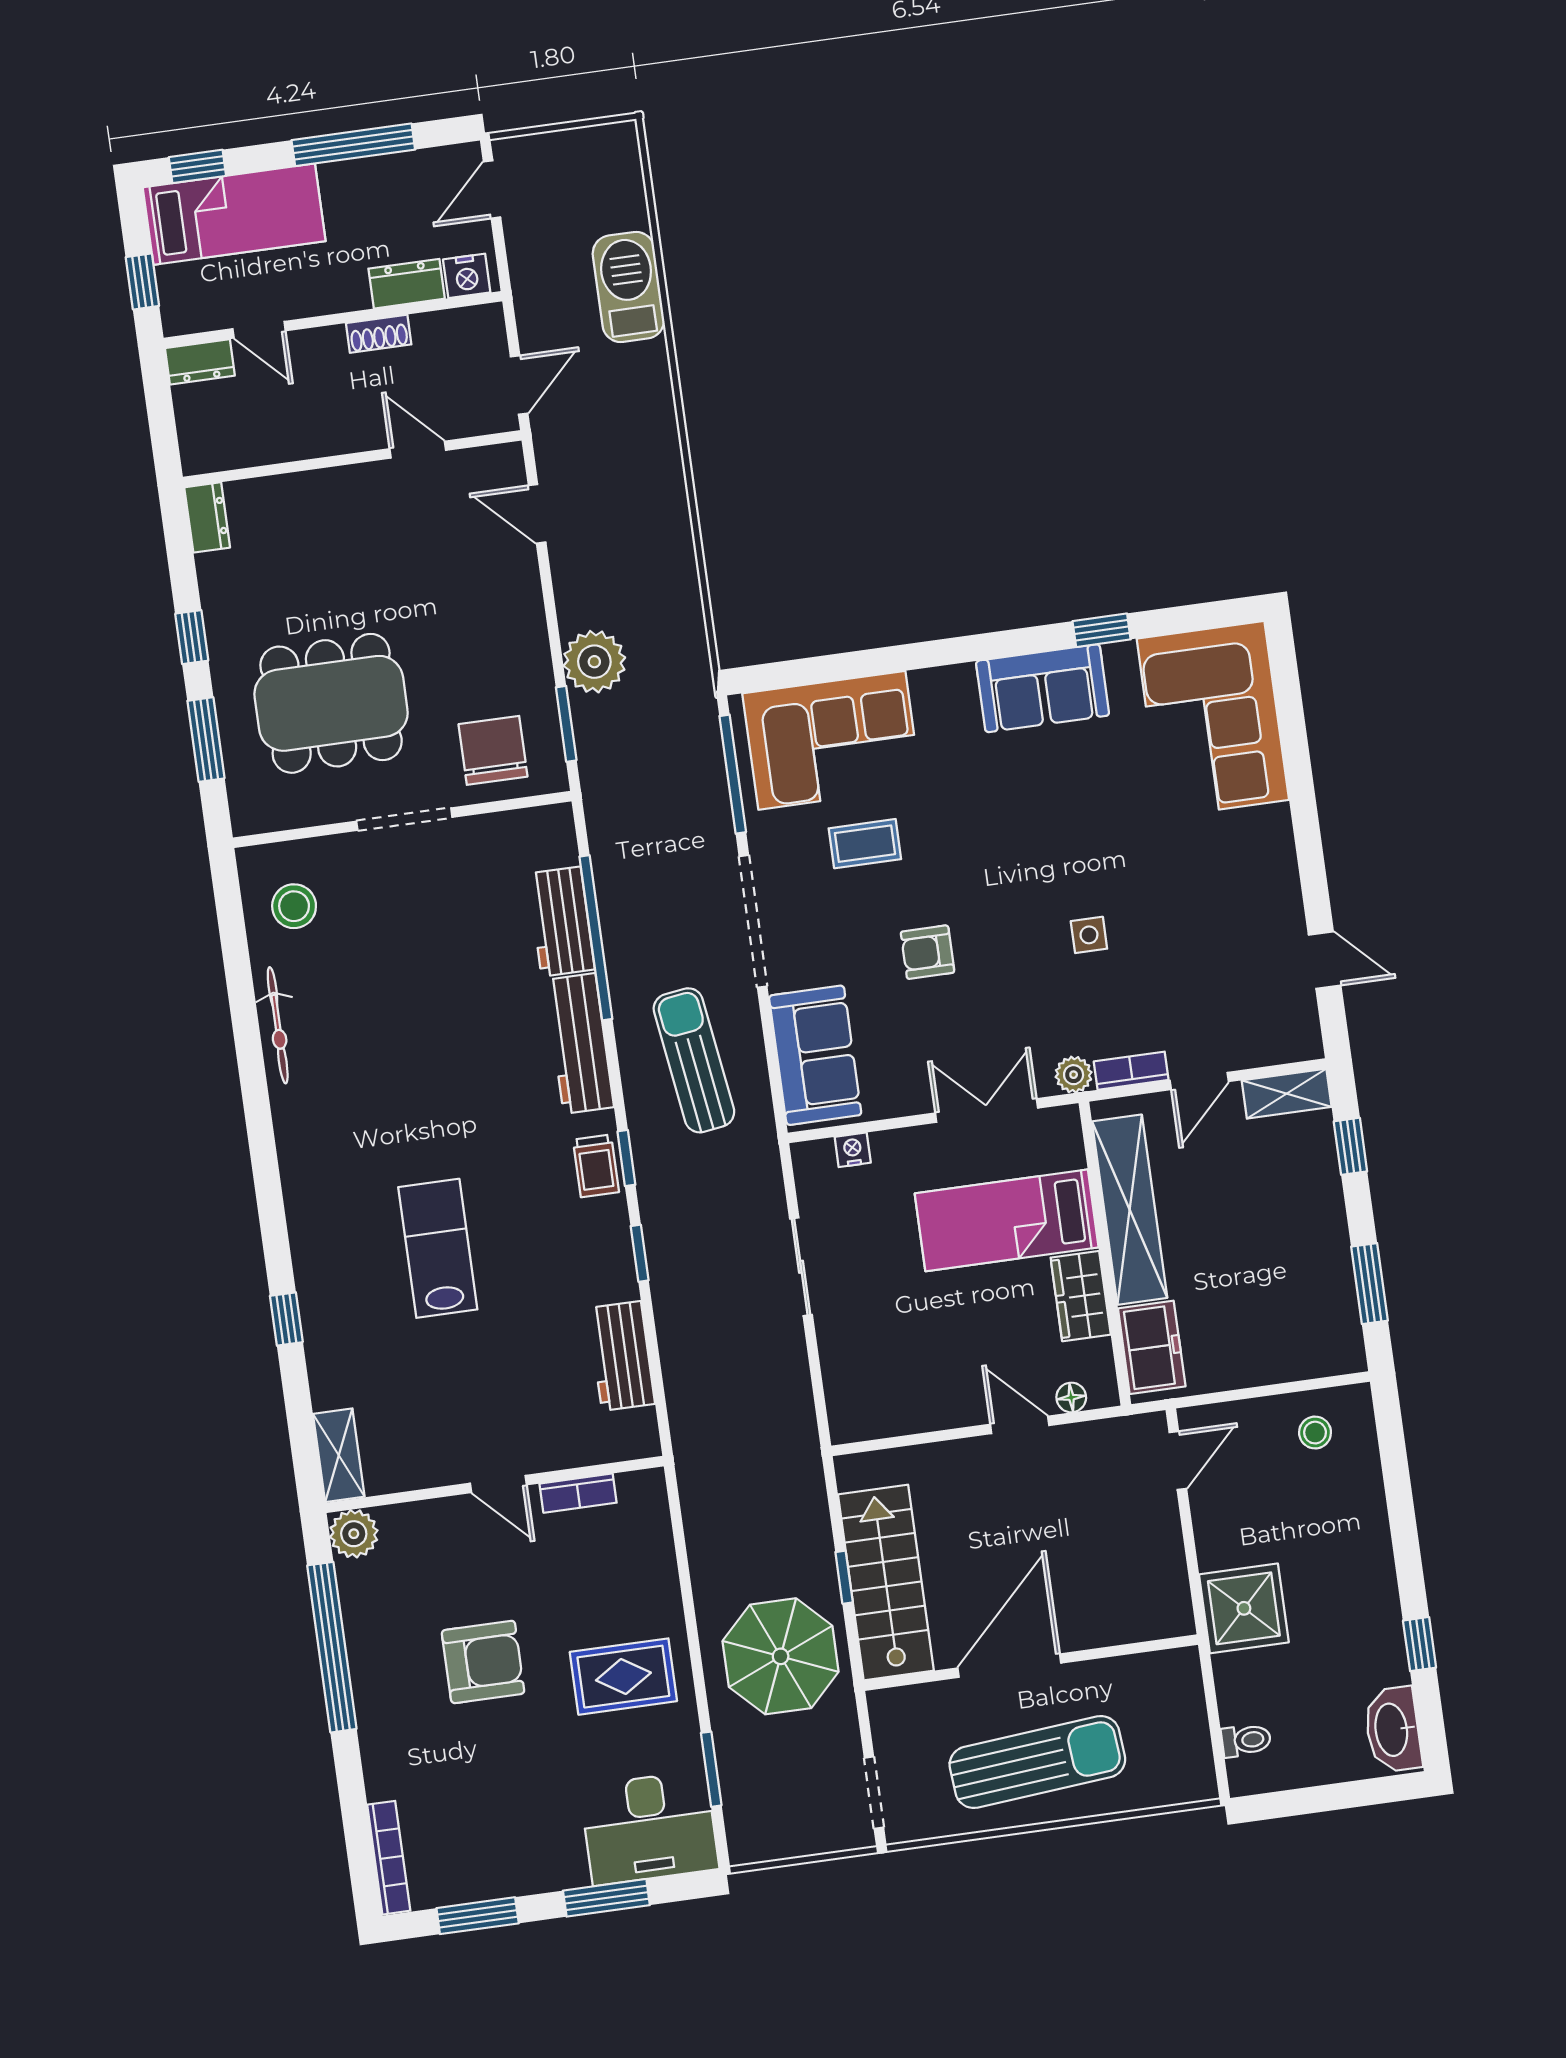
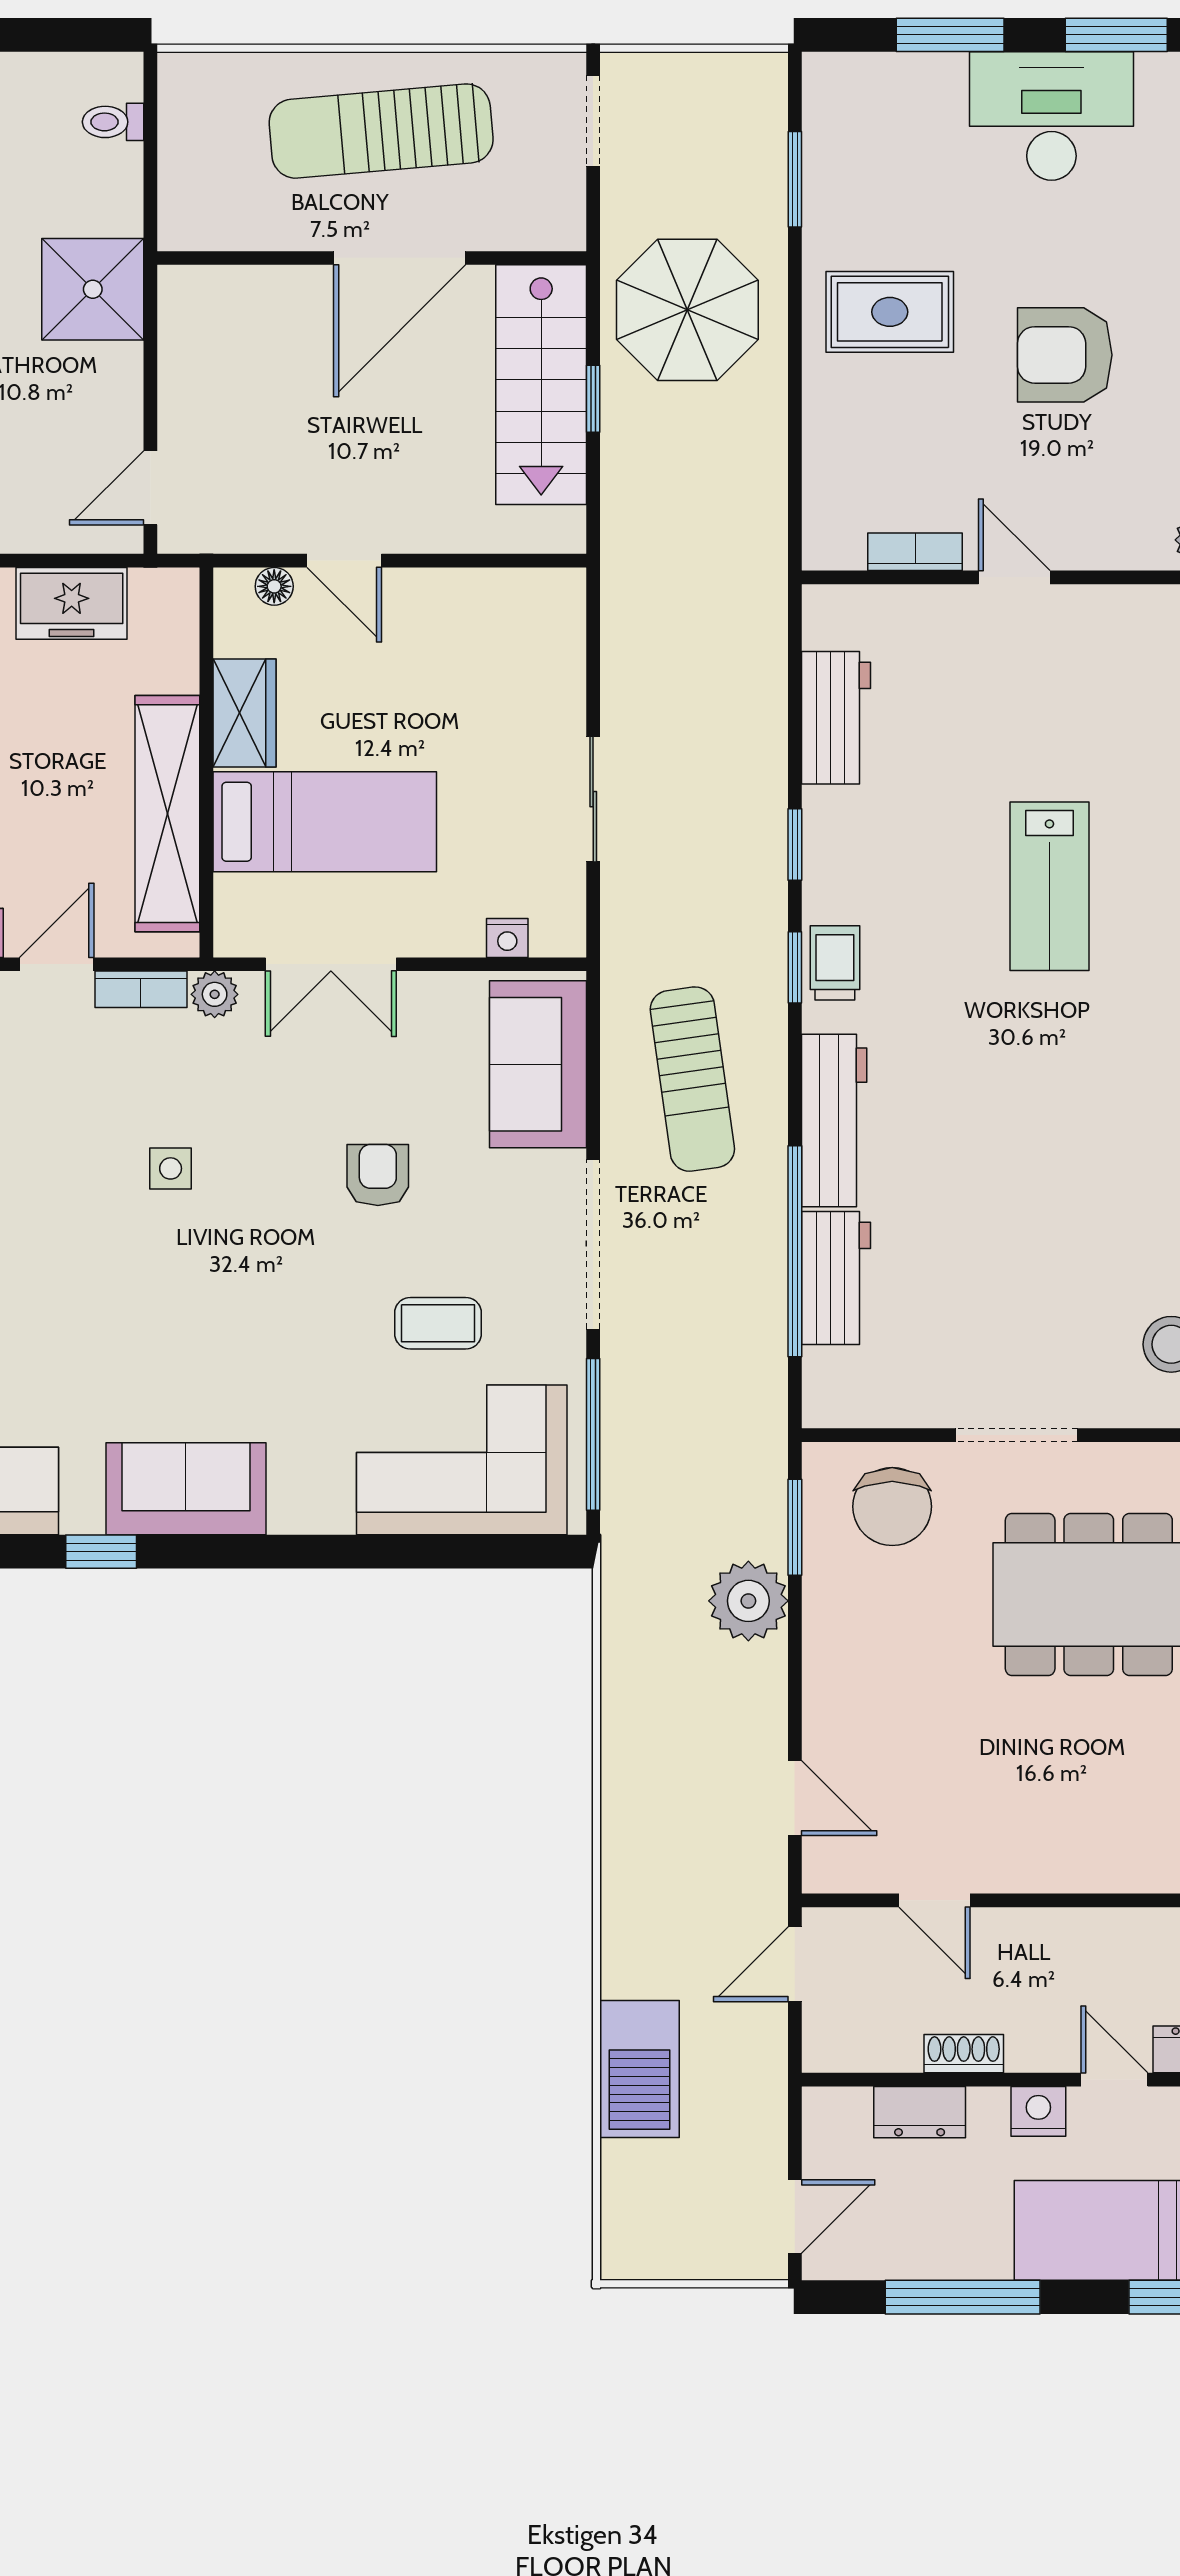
nightstand: (467, 276) -> (1038, 2111), moved
armchair: (928, 952) -> (378, 1175), turned -90
freezer: (1152, 1347) -> (72, 603), moved, turned -90
desk: (649, 1828) -> (1051, 116), moved

